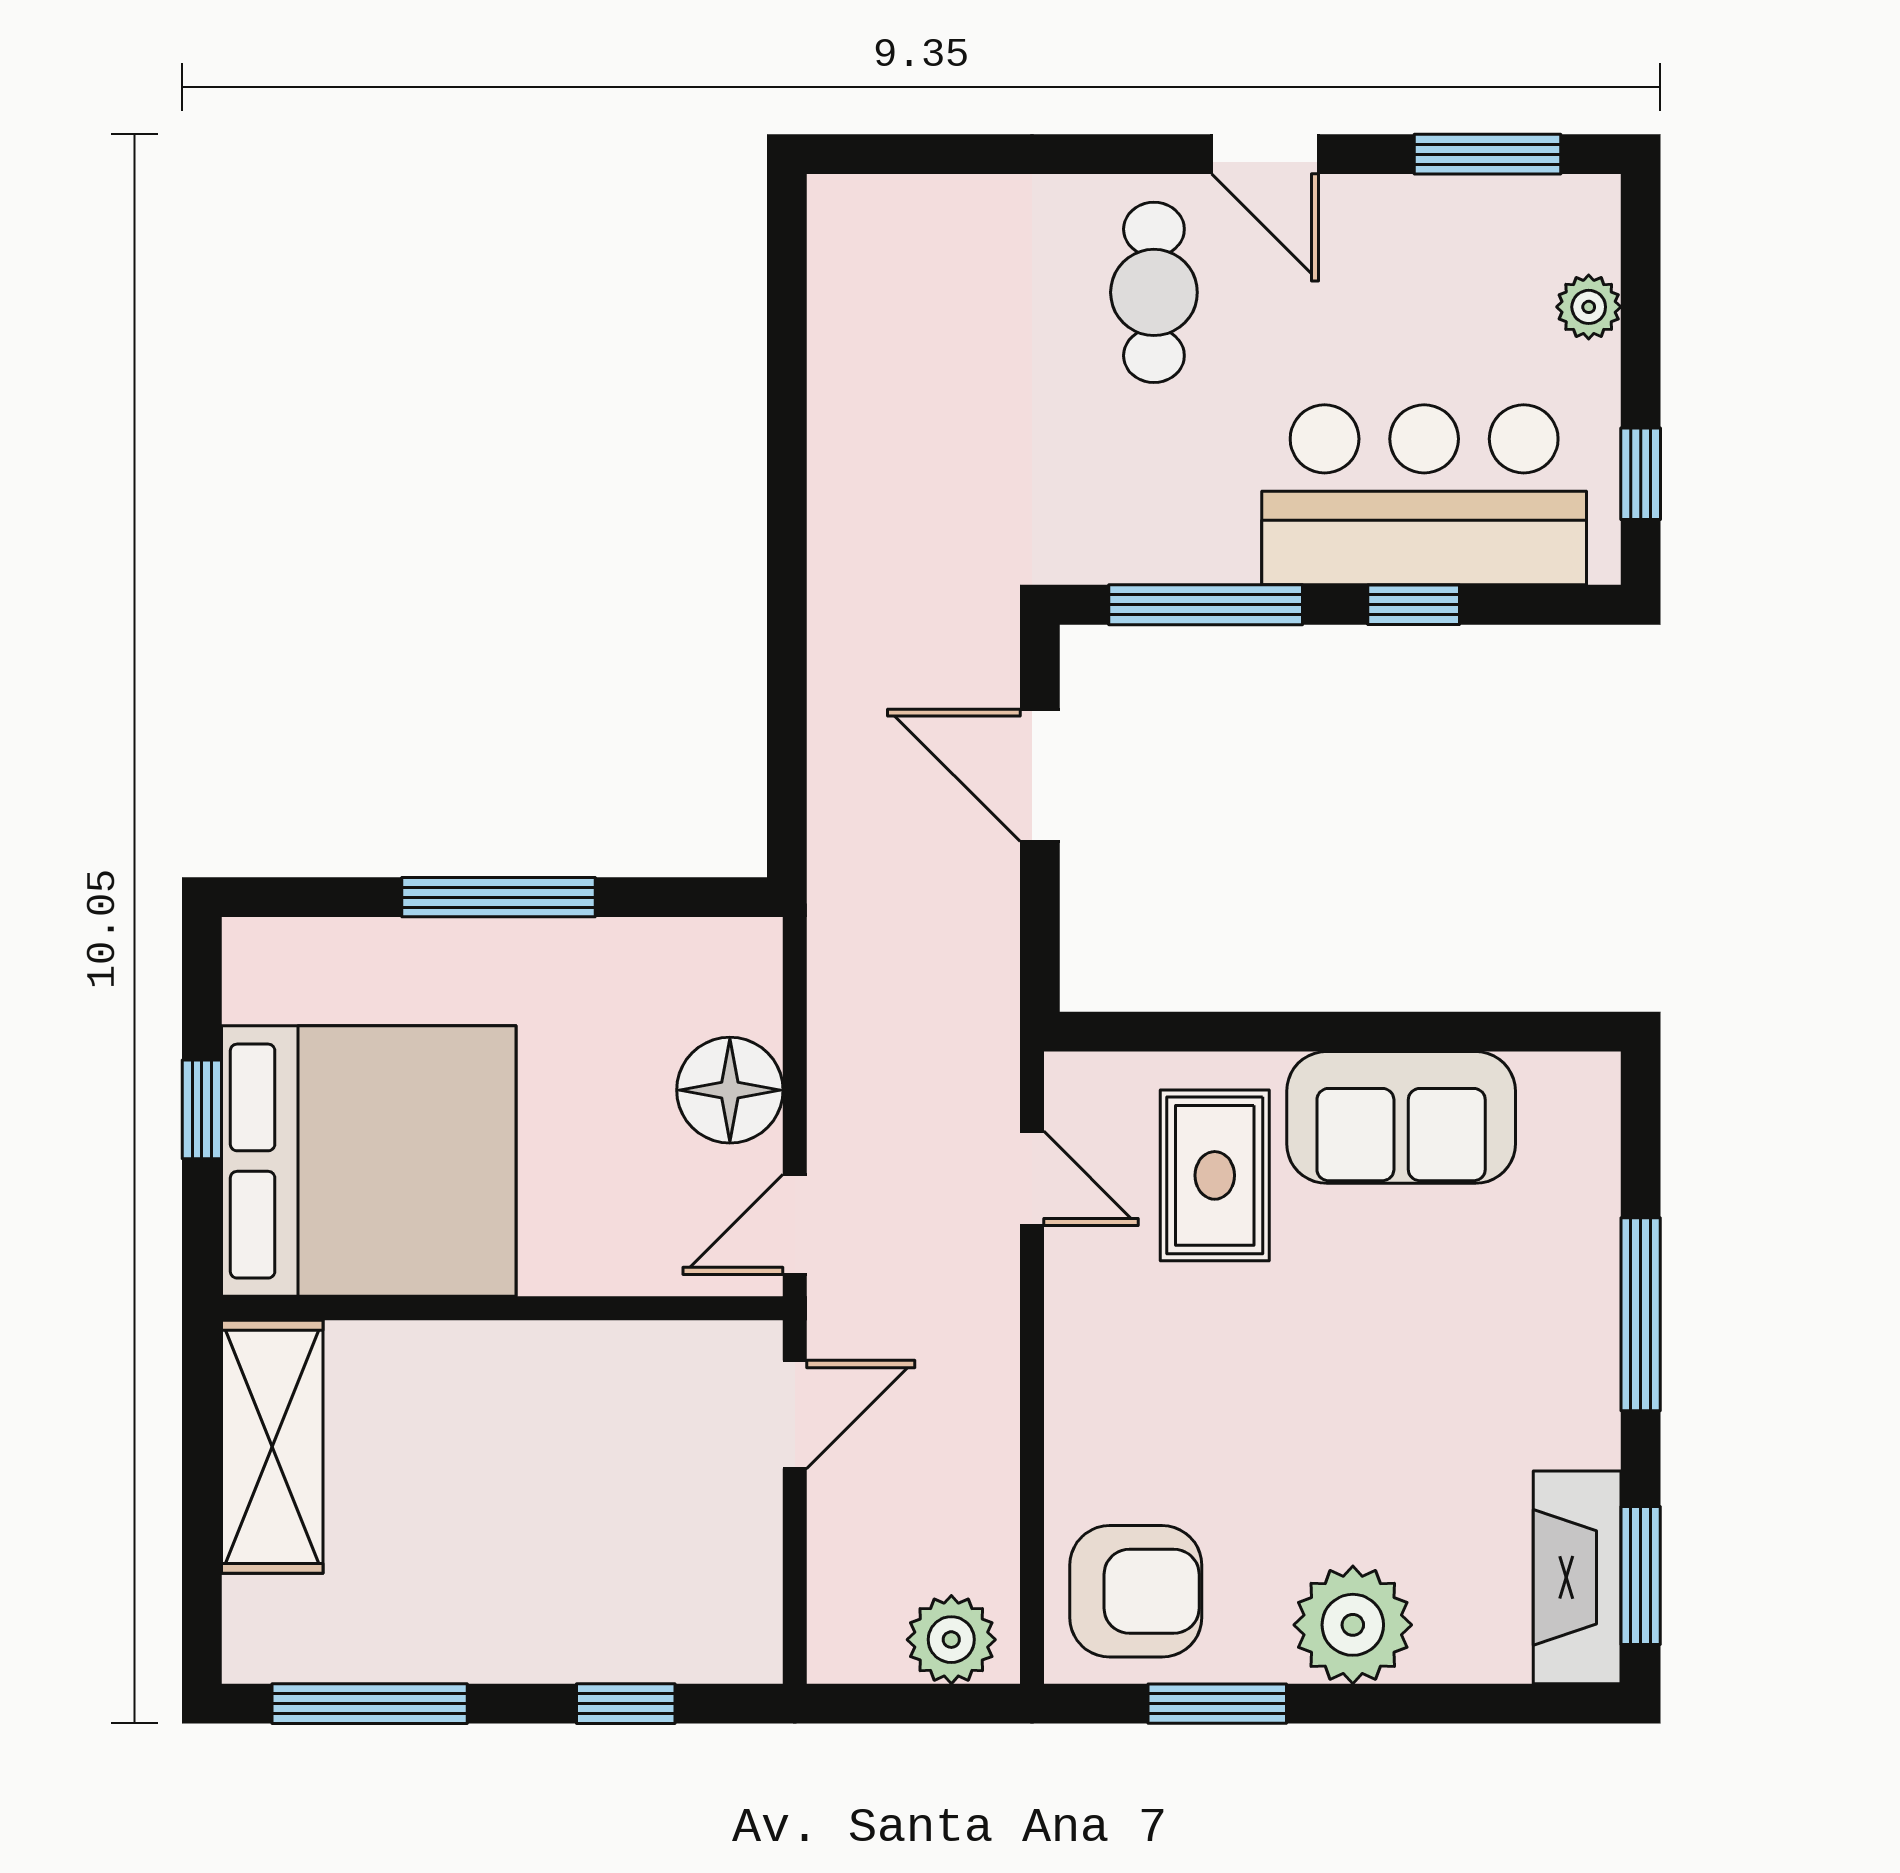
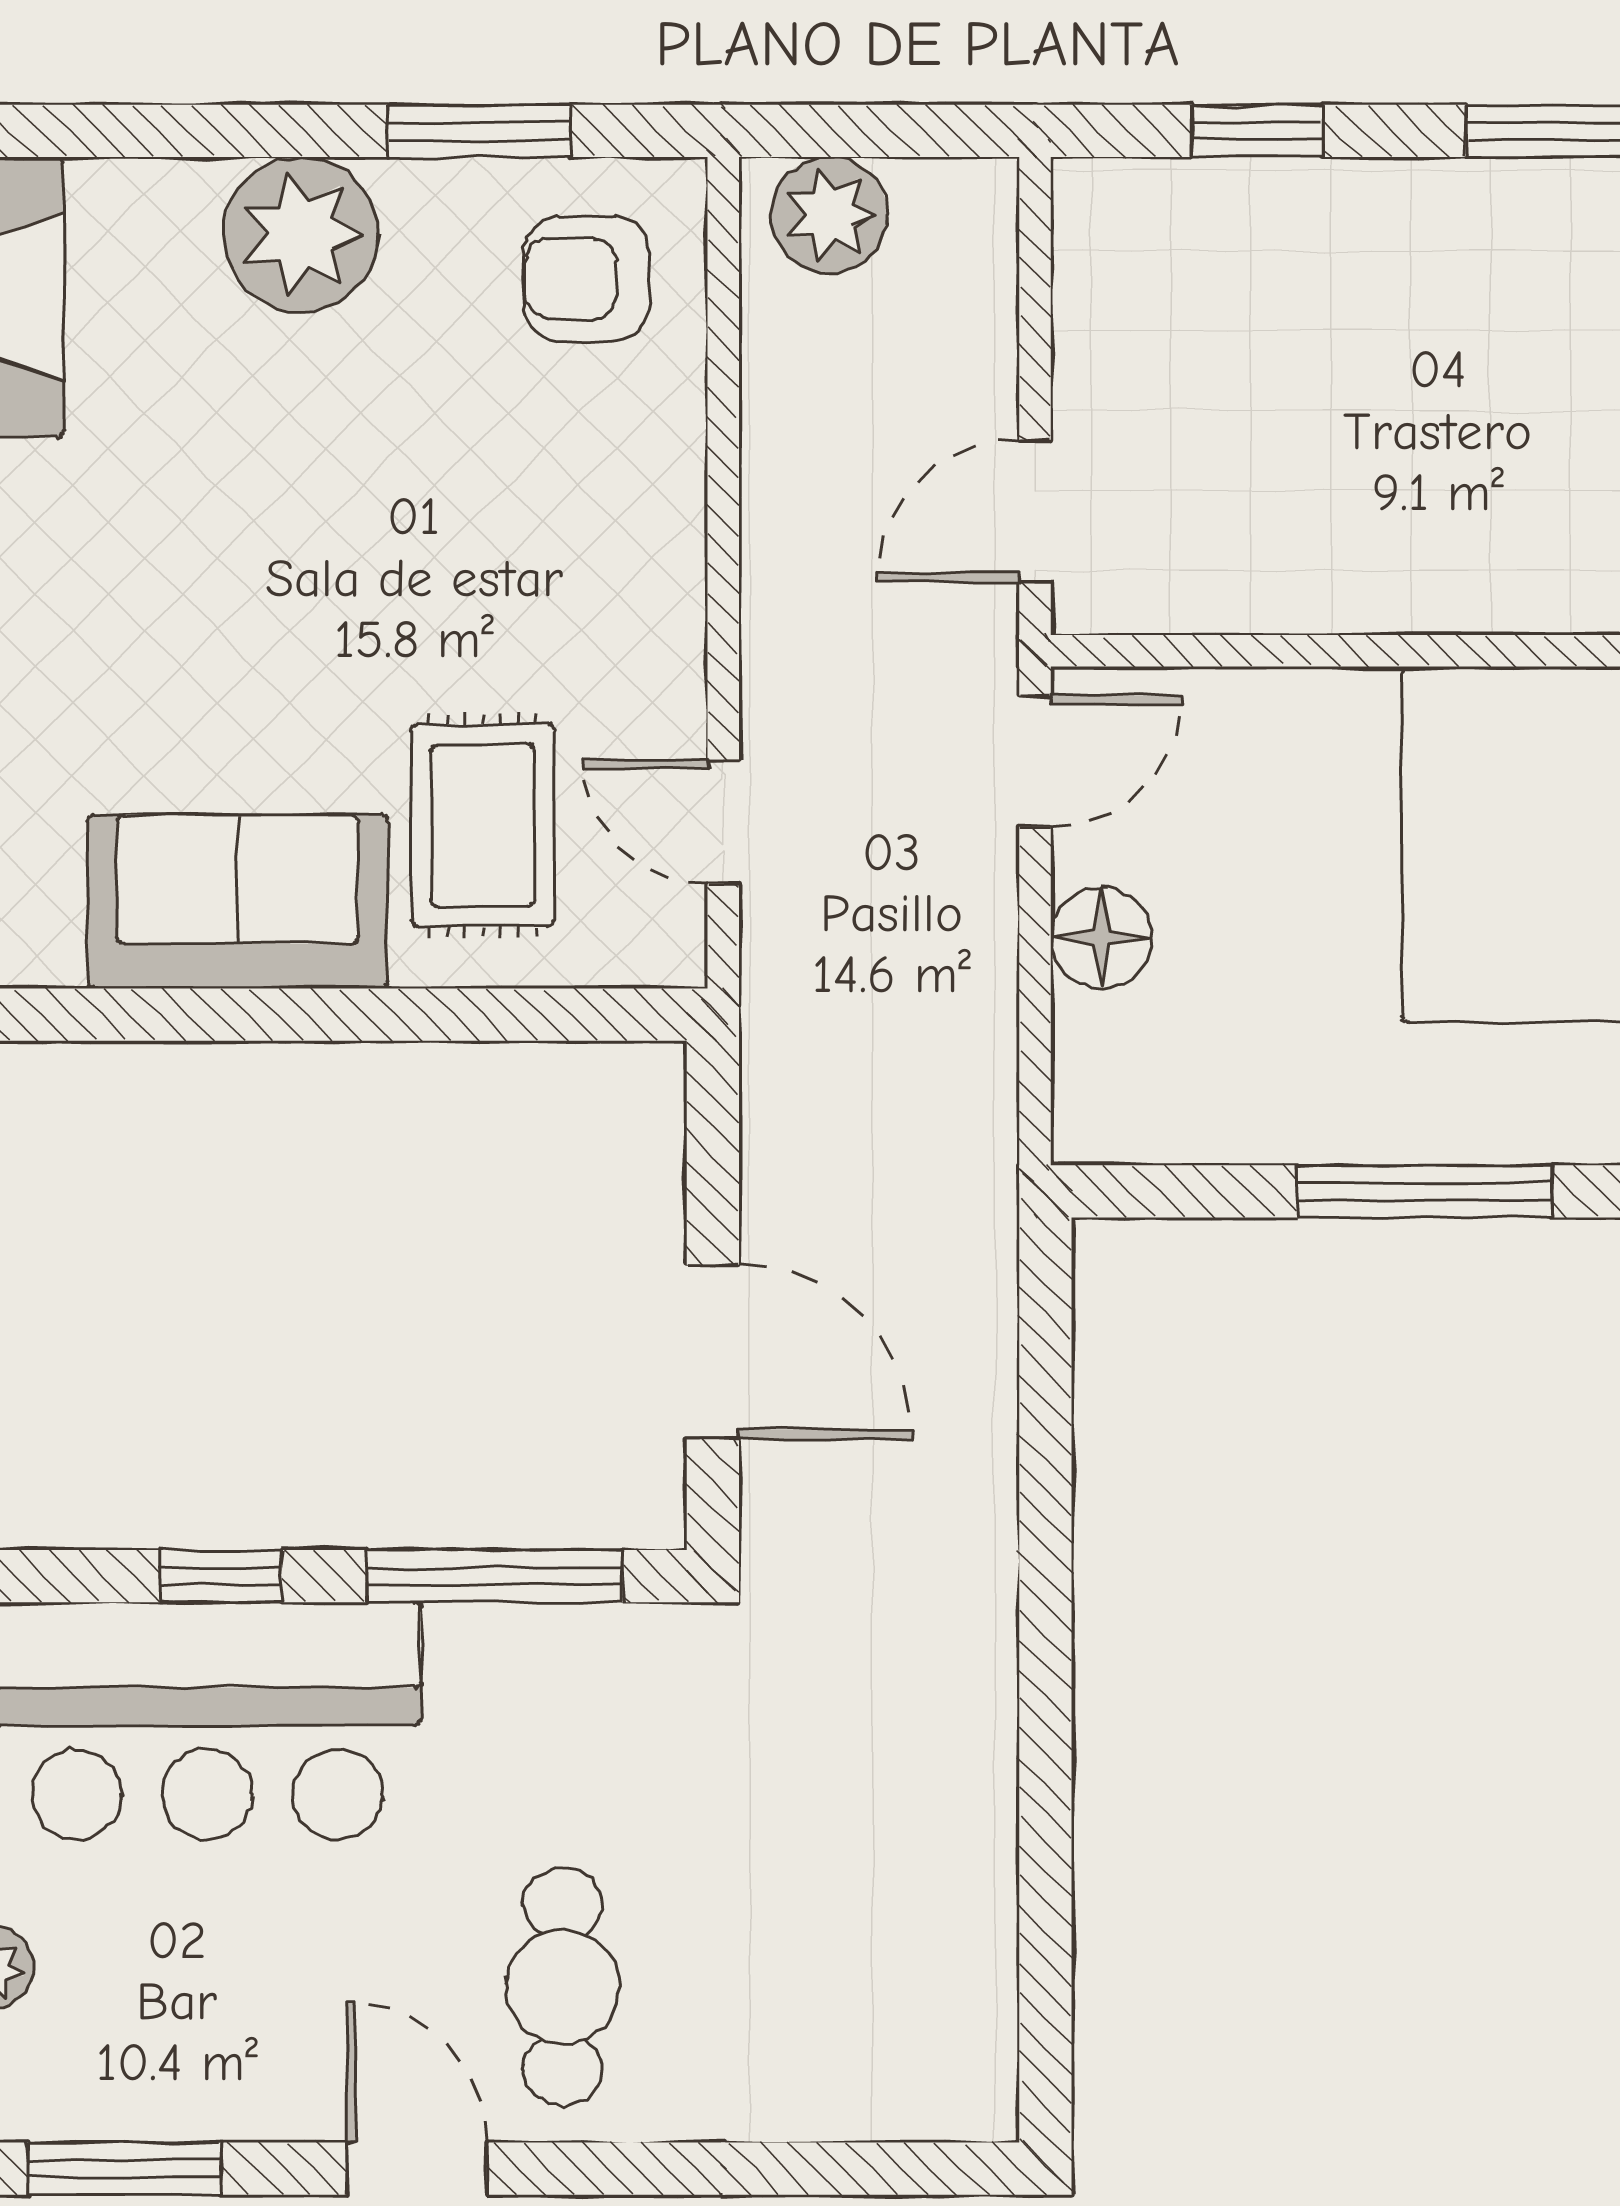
floor lamp: (730, 1090) -> (1101, 938), width x0.73, depth x0.73
armchair: (1136, 1591) -> (587, 279), width x0.72, depth x0.72

